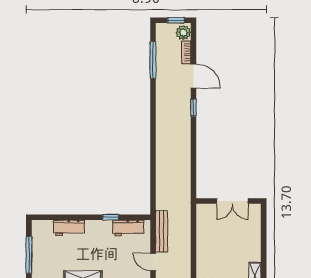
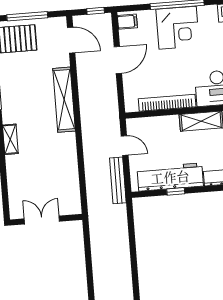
workbench: (128, 228) -> (170, 177), width x1.88, depth x1.32

